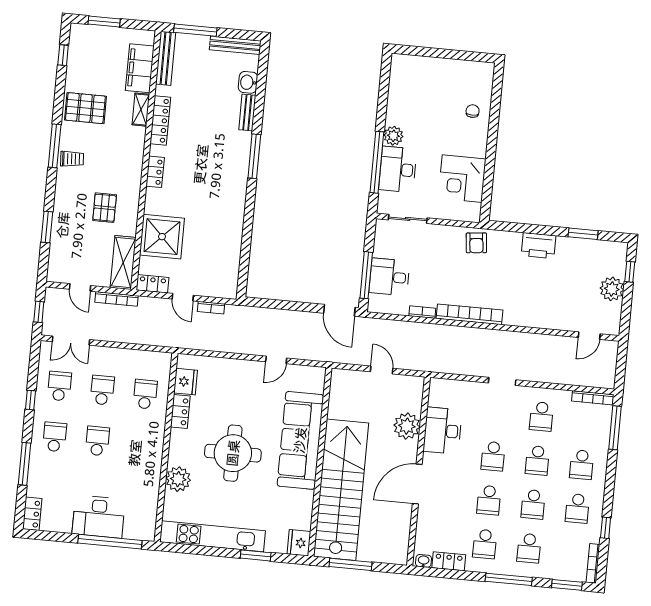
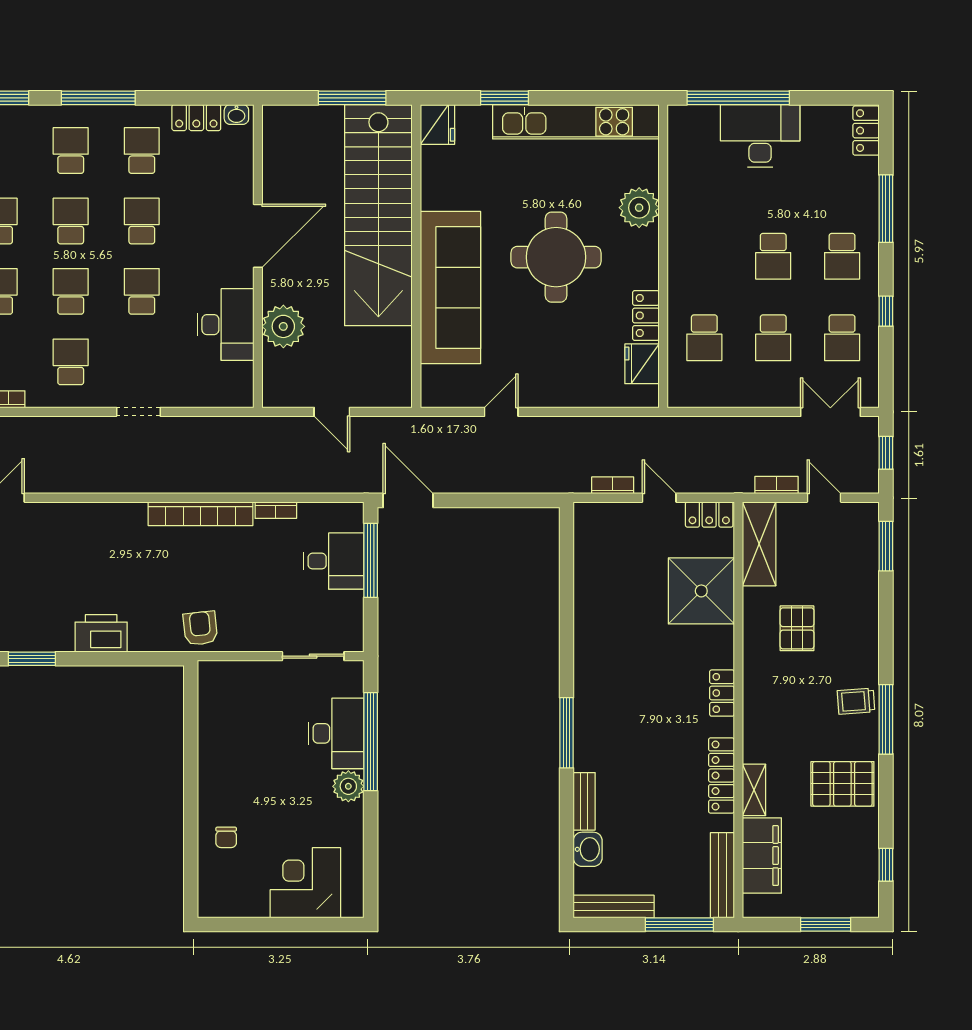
corner desk: (462, 179) -> (305, 883), moved, turned -90
window: (47, 227) -> (886, 546), moved
bookcase: (116, 299) -> (777, 485), width x0.64

